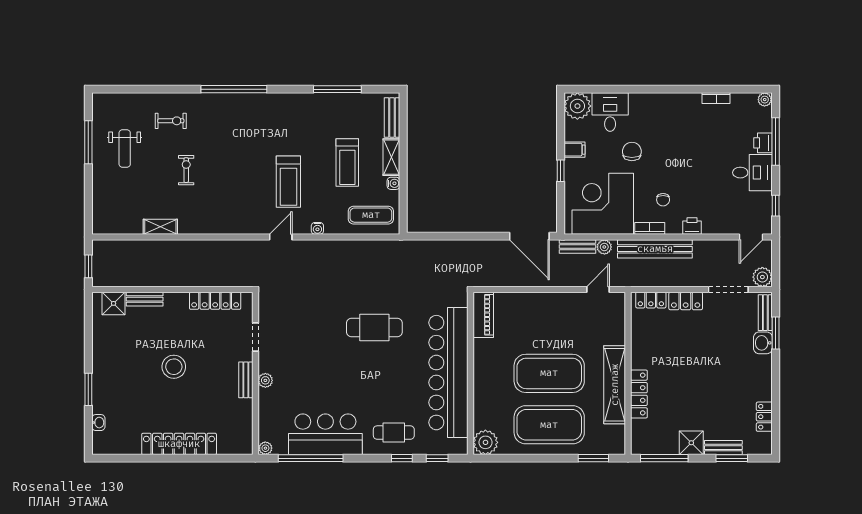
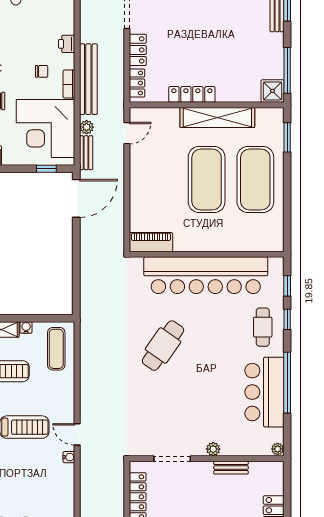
window: (561, 171) -> (46, 169), moved
water cooler: (317, 228) -> (69, 457), moved
door: (598, 289) -> (127, 133), swing flipped
cafe table: (374, 328) -> (163, 346), turned 35
doorway: (255, 337) -> (172, 459), width x1.38
bench: (246, 380) -> (231, 468), moved
locker: (639, 394) -> (192, 94), moved
plant: (485, 442) -> (272, 240), removed
shower: (691, 443) -> (272, 91), moved
window: (311, 458) -> (287, 383), moved

